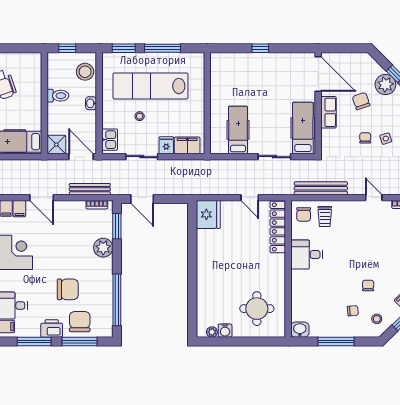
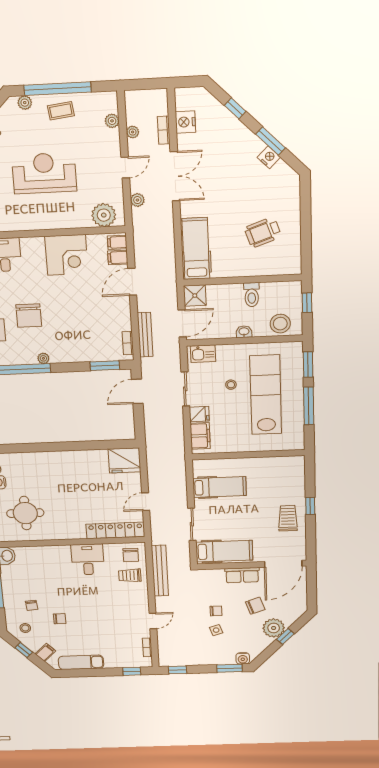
trolley: (272, 69) -> (288, 518), added
chair: (304, 214) -> (131, 555), turned -90
plant: (103, 248) -> (43, 358), moved, width x0.53, depth x0.53

